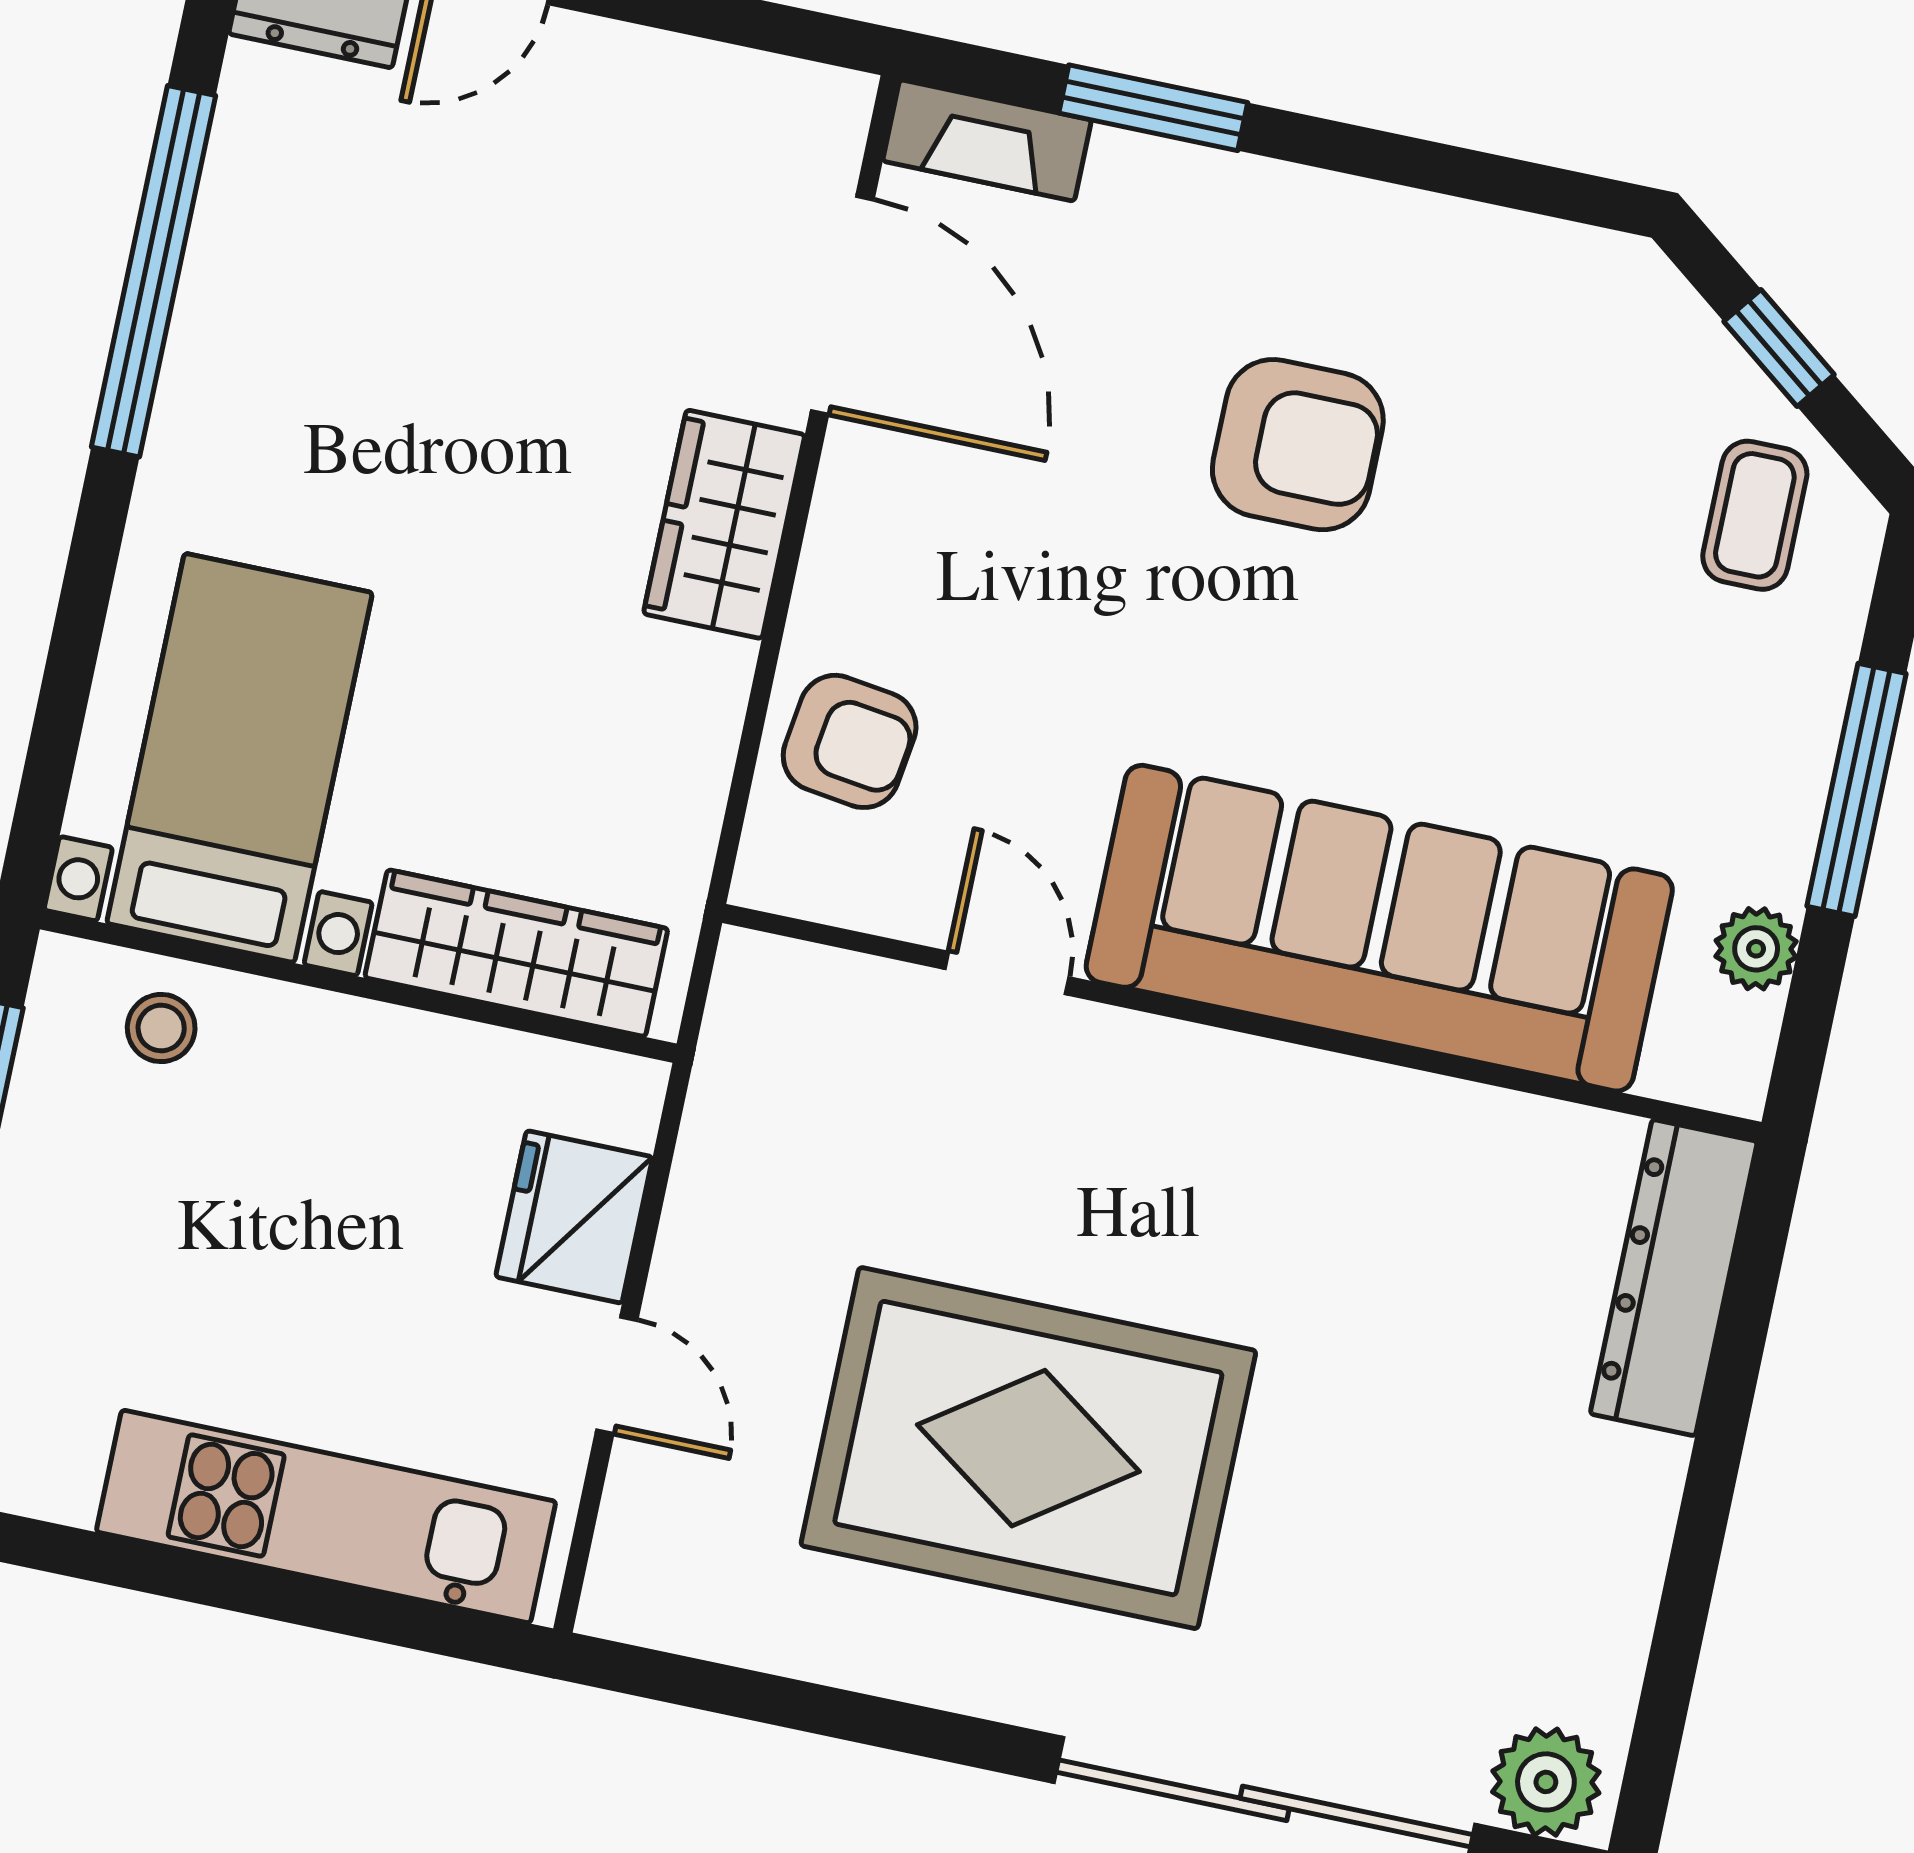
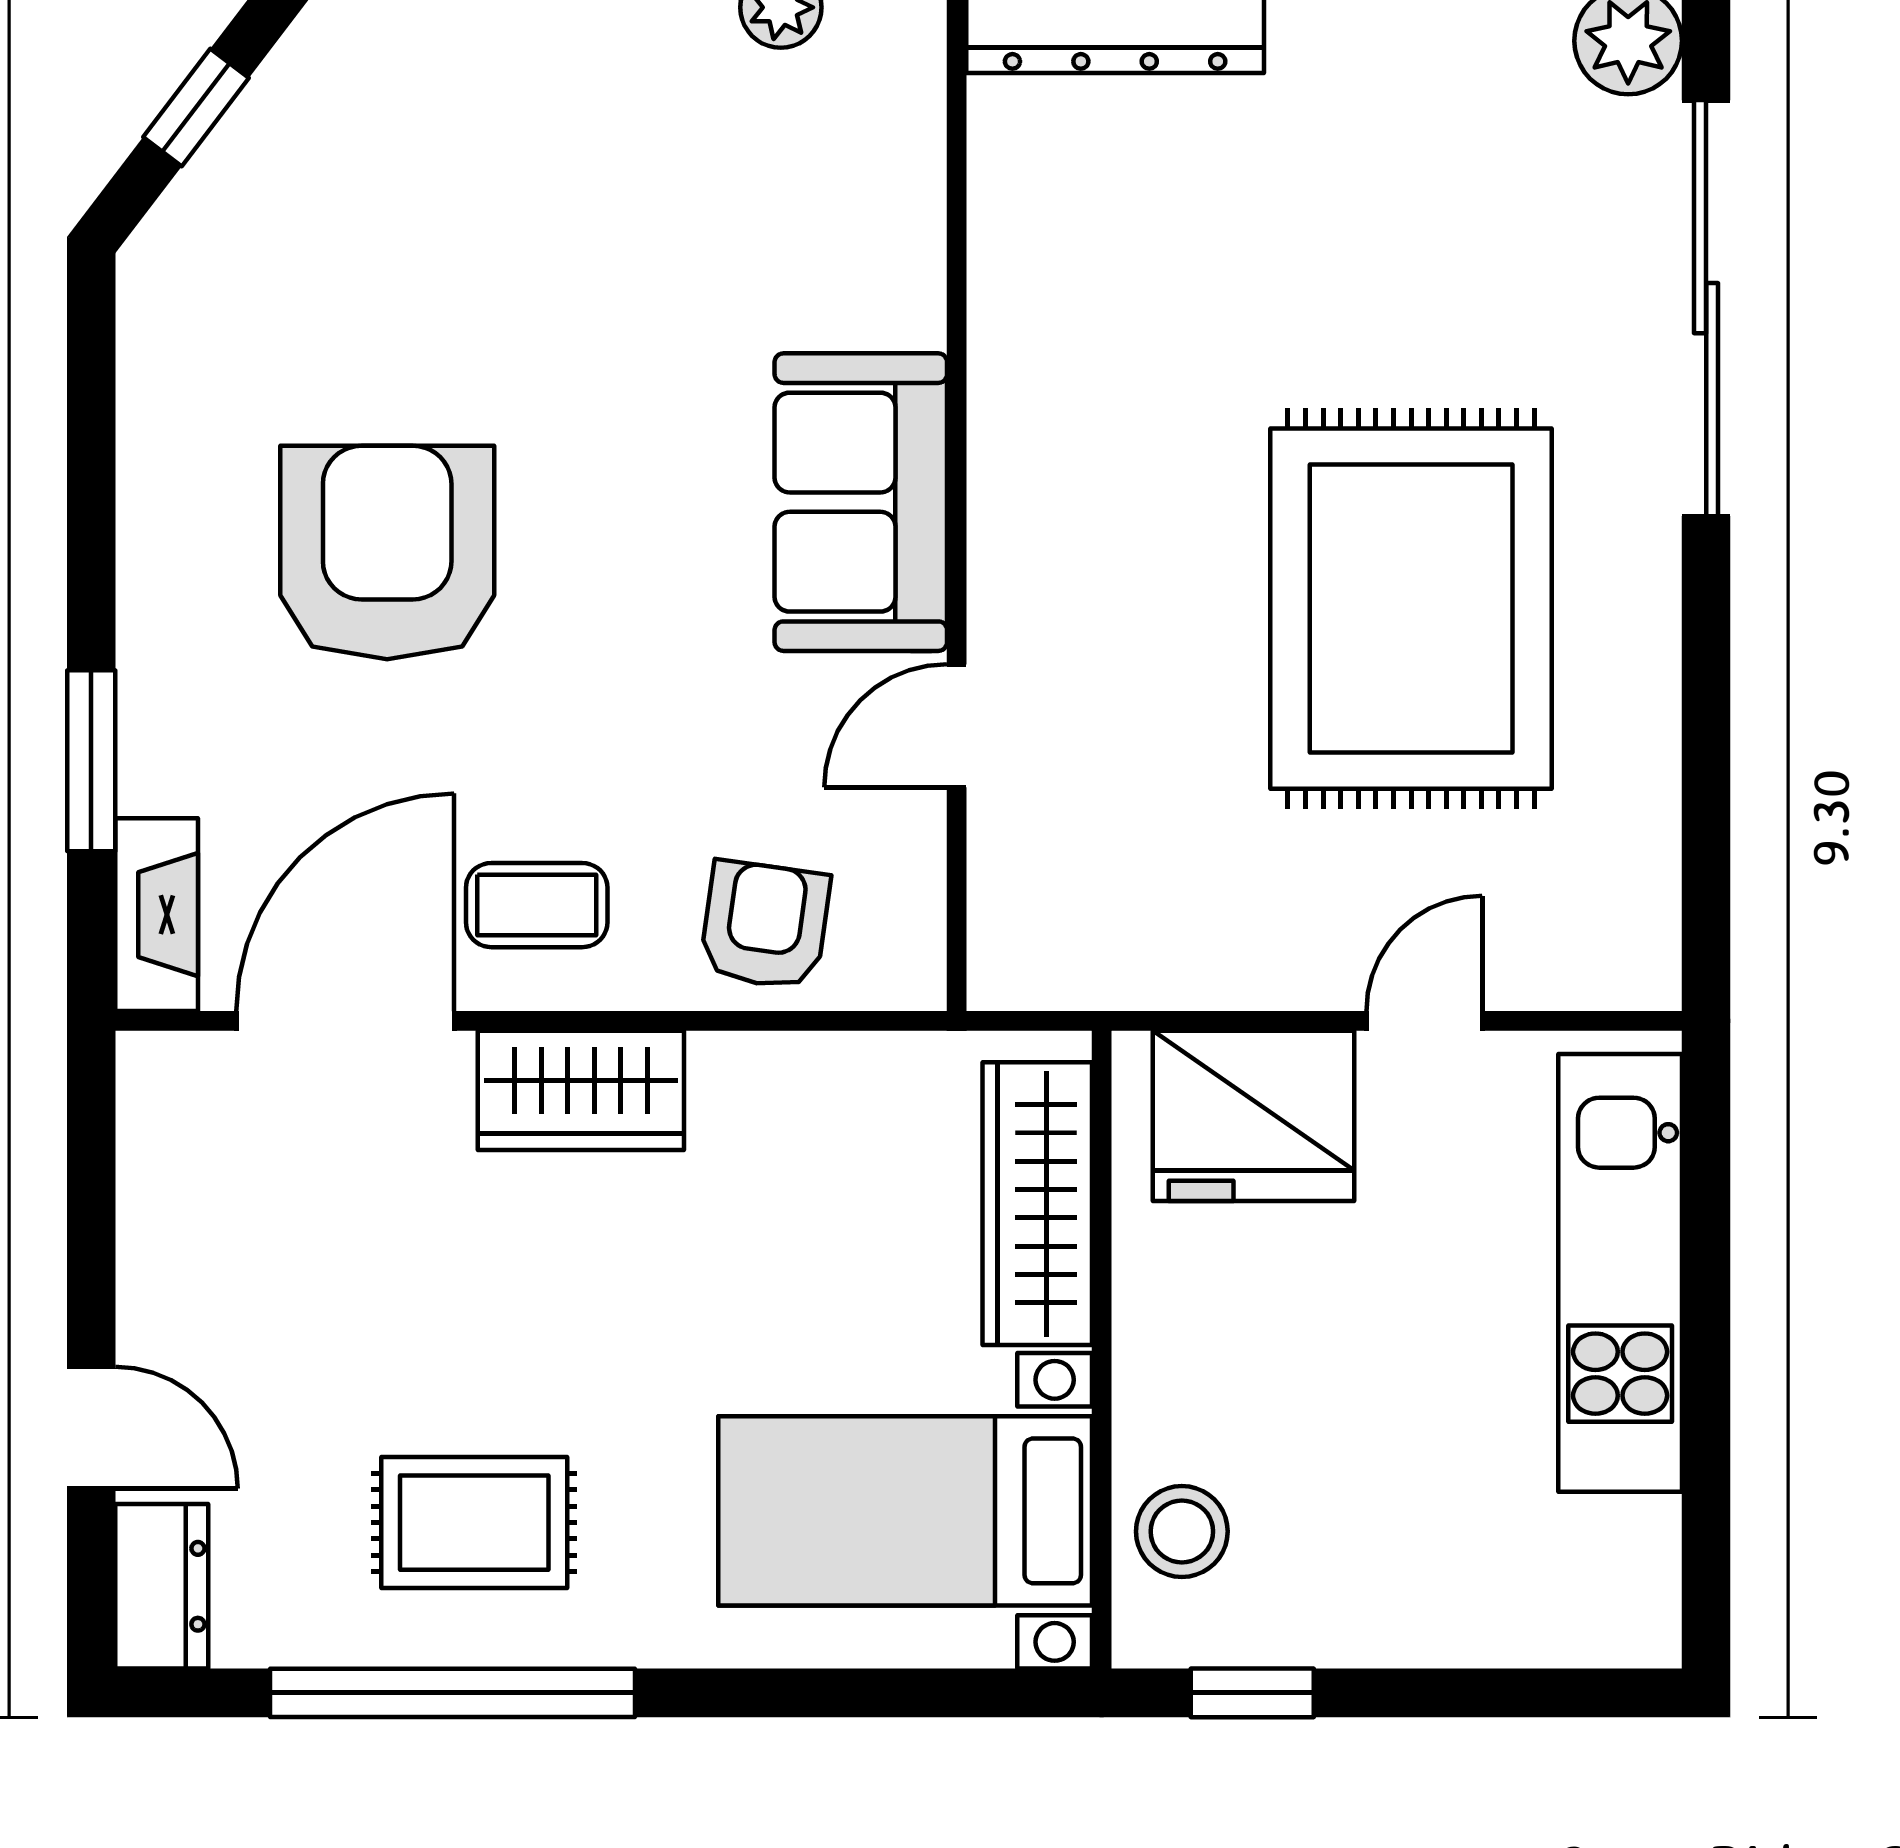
rug: (318, 328) -> (474, 1523), added
armchair: (1298, 445) -> (387, 553), width x1.36, depth x1.36
coffee table: (1755, 515) -> (537, 905), moved
sofa: (1379, 928) -> (861, 502), width x0.54, depth x0.79
stool: (161, 1028) -> (1182, 1531), width x1.37, depth x1.37
fridge: (574, 1217) -> (1254, 1116), width x1.36, depth x1.34

